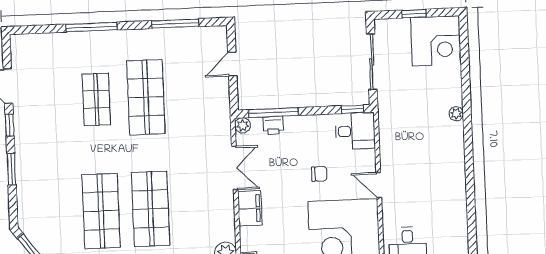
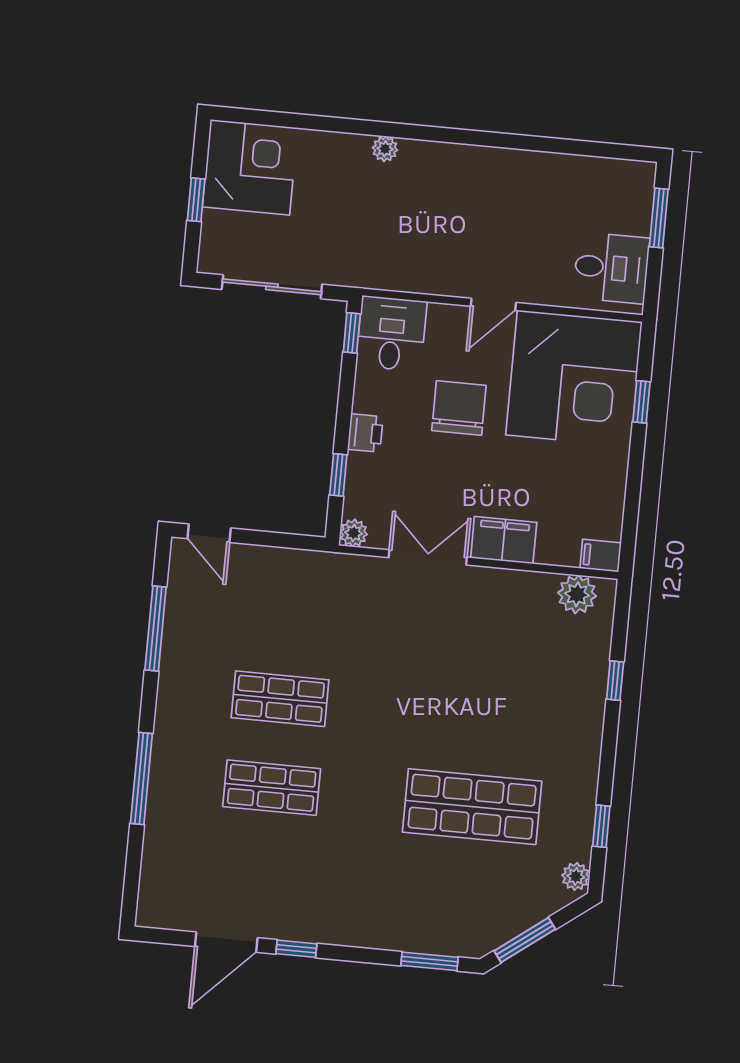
door: (232, 64) -> (209, 533), moved
shop shelf: (146, 97) -> (280, 699), width x0.70, depth x0.74
window: (273, 113) -> (338, 475), width x0.46
printer: (273, 125) -> (365, 433), moved
window: (11, 169) -> (430, 961), moved
chair: (319, 174) -> (459, 408), width x1.87, depth x1.87
shop shelf: (151, 209) -> (480, 718), removed

